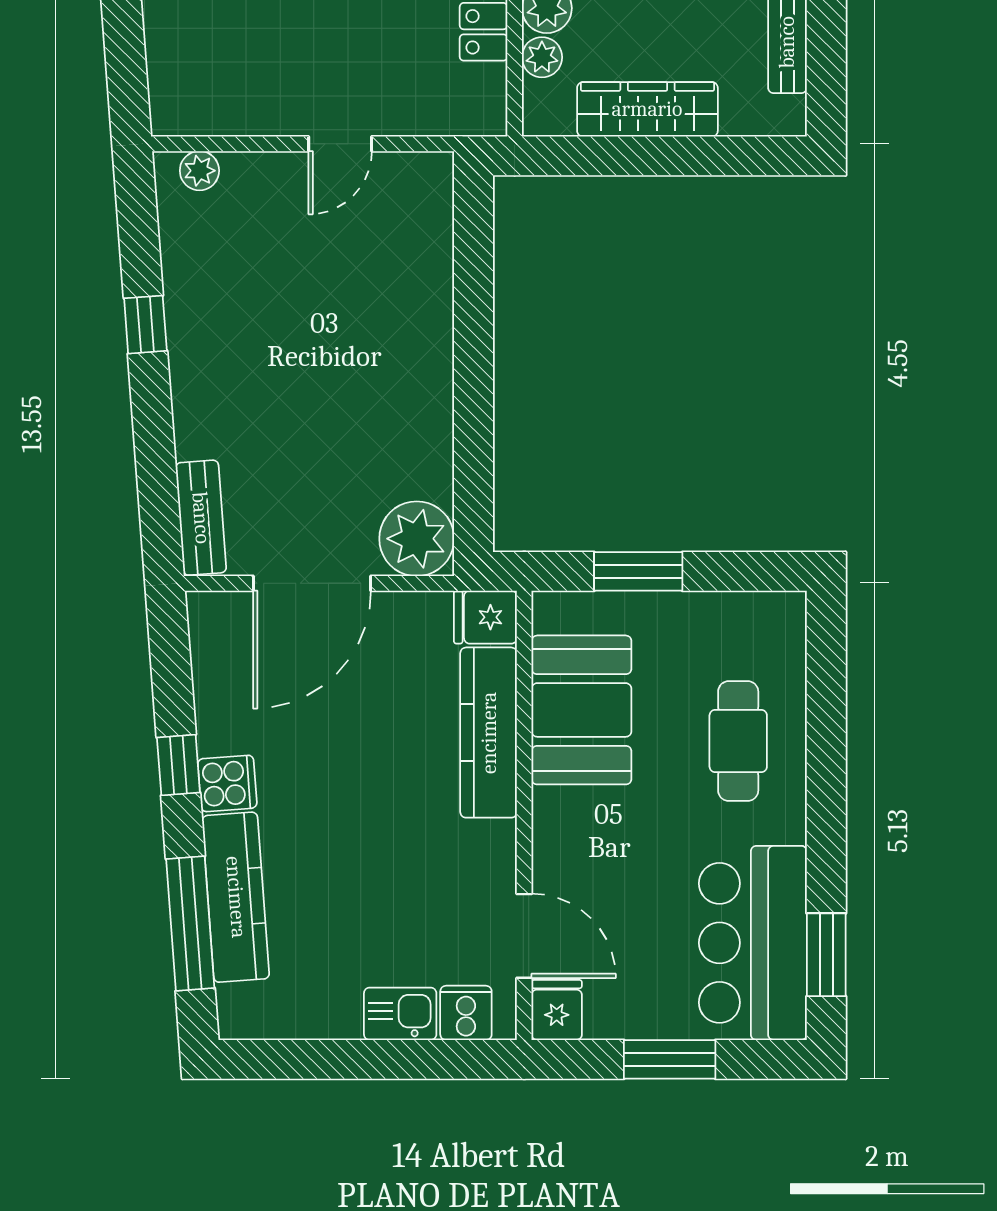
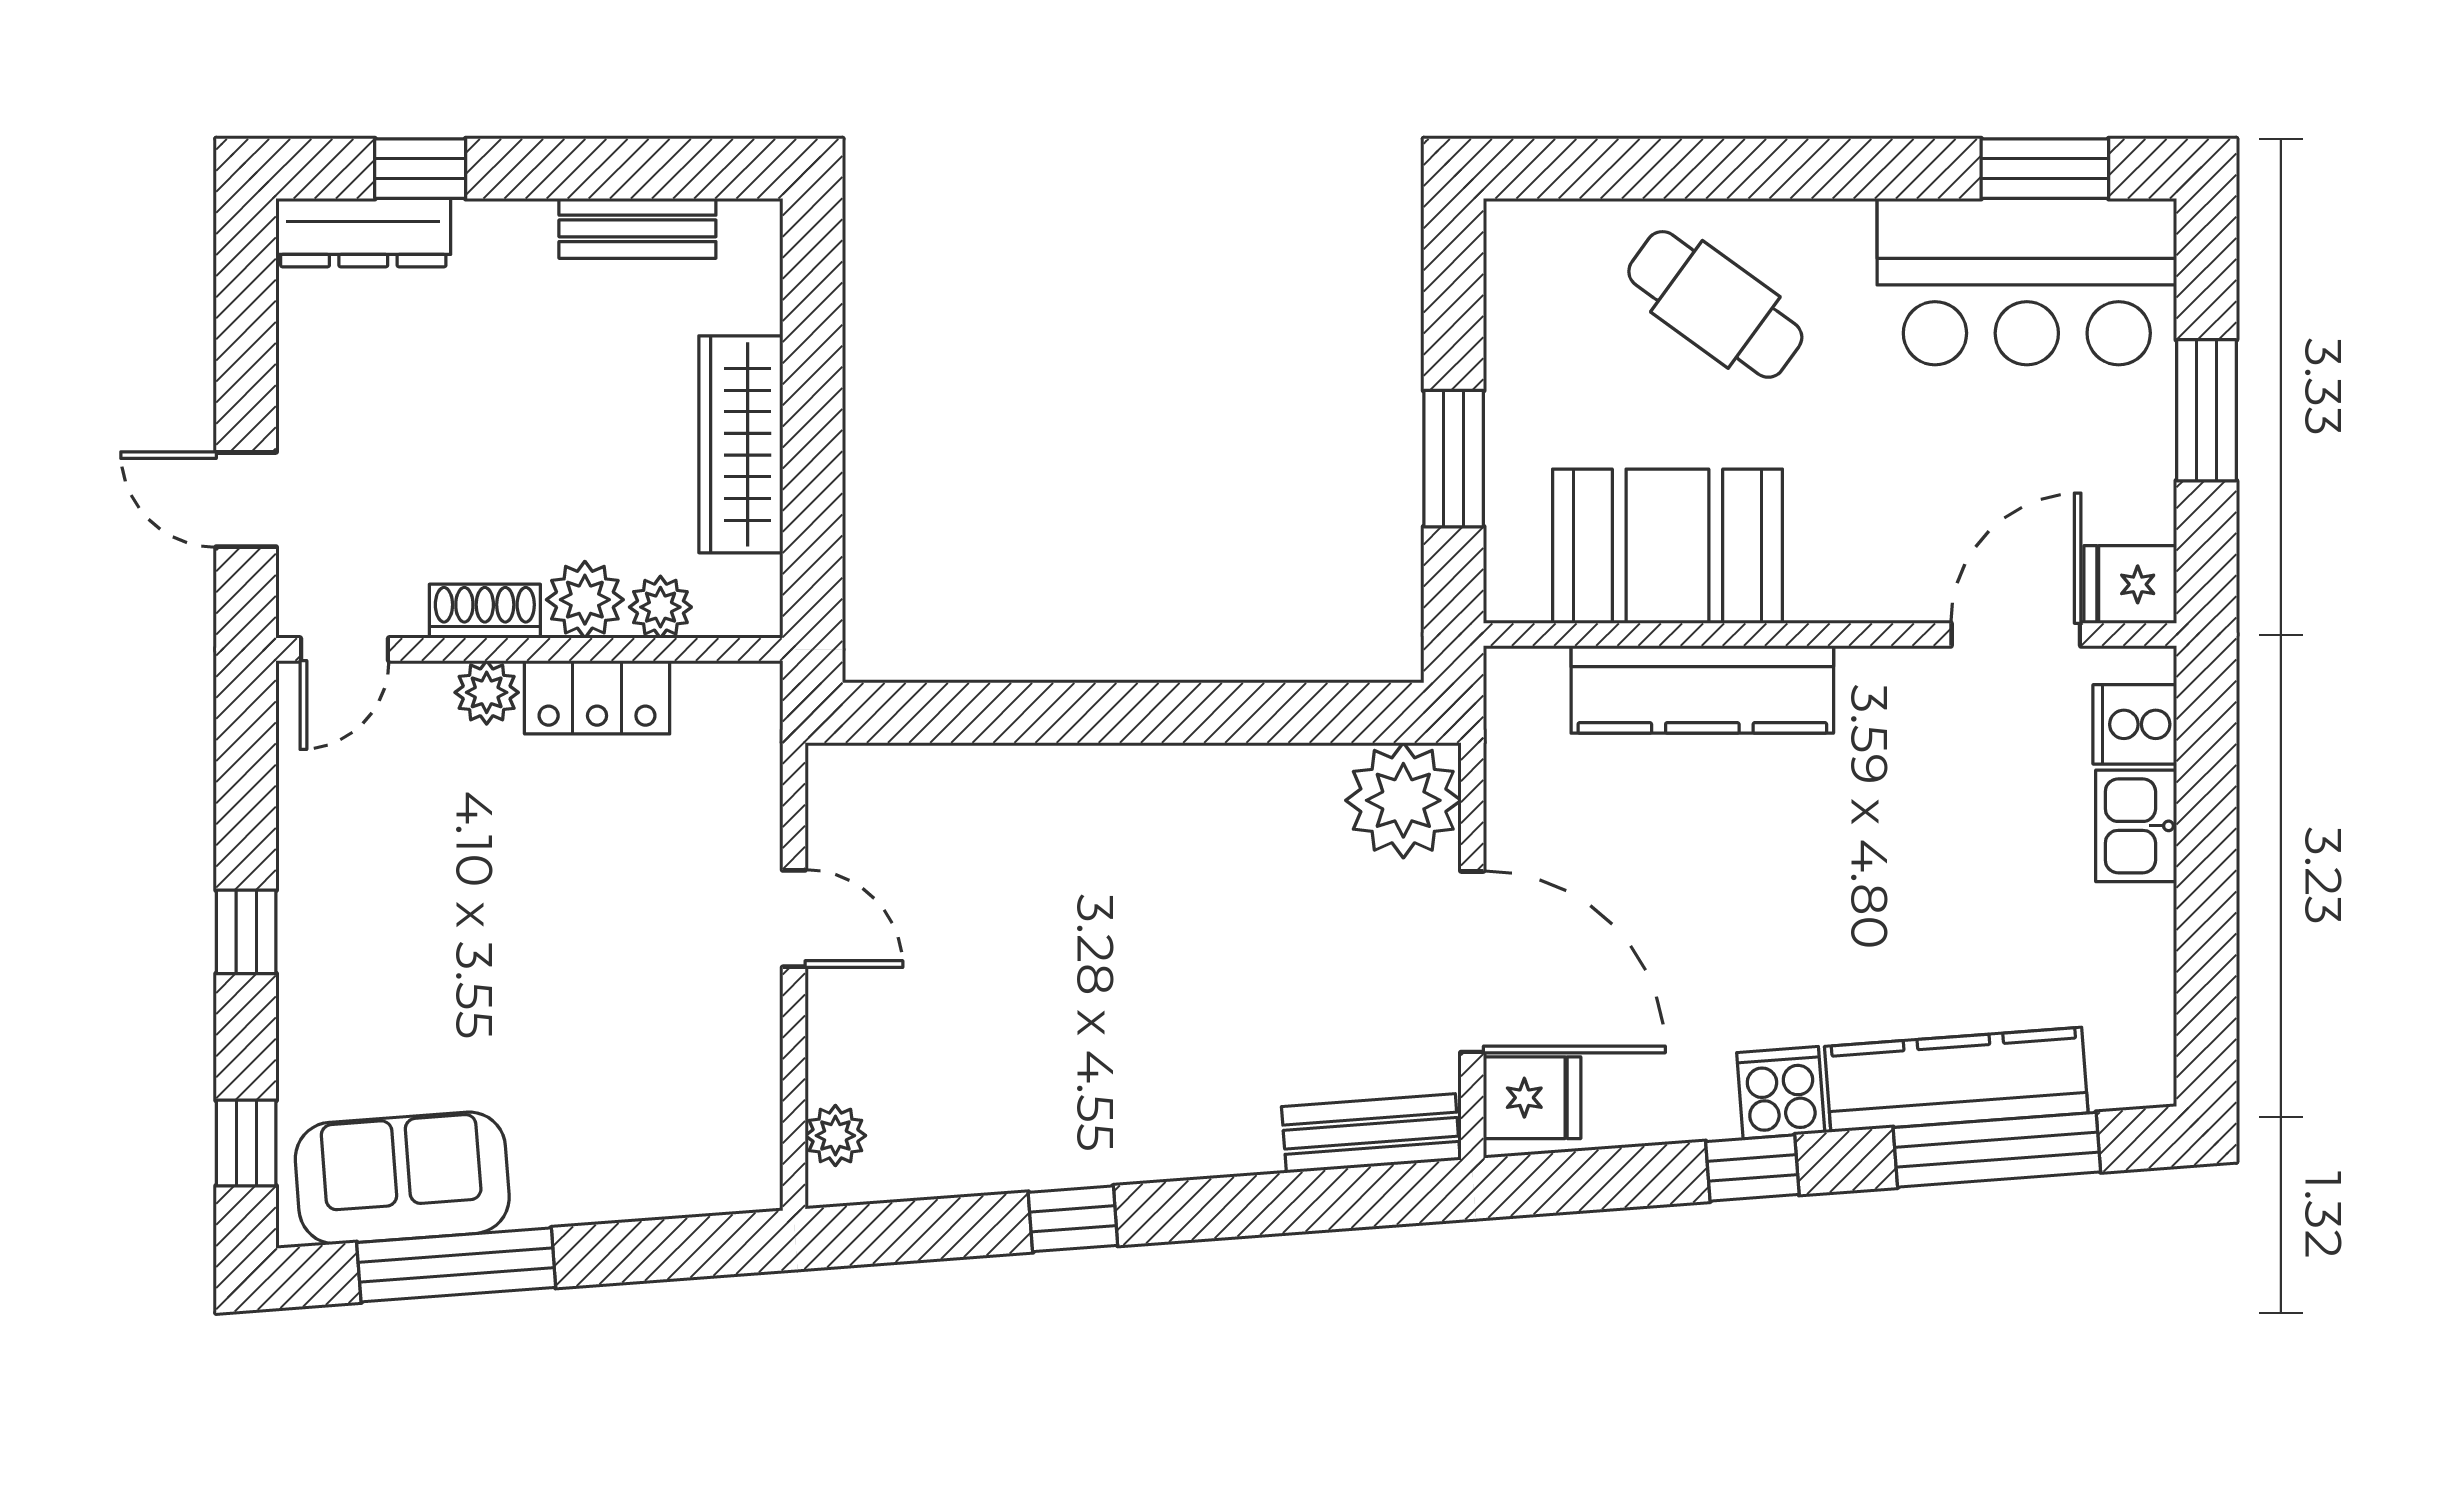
fridge: (485, 617) -> (1532, 1098), moved, turned -90
cafe table: (738, 741) -> (1715, 304), turned 36

